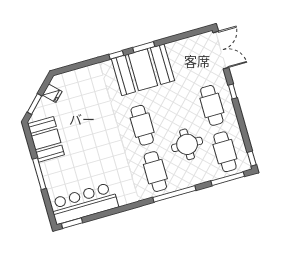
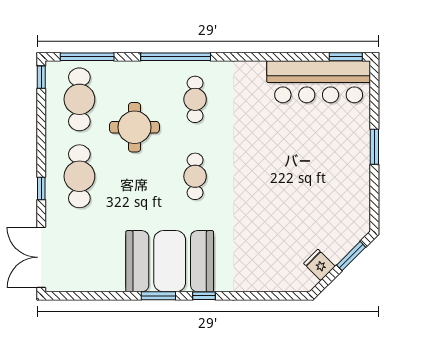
cafe table: (142, 125) -> (195, 176), width x0.73, depth x0.74
booth: (46, 139) -> (349, 197), removed
cafe table: (155, 172) -> (195, 99), width x0.73, depth x0.74
window: (39, 174) -> (374, 147), width x0.69

